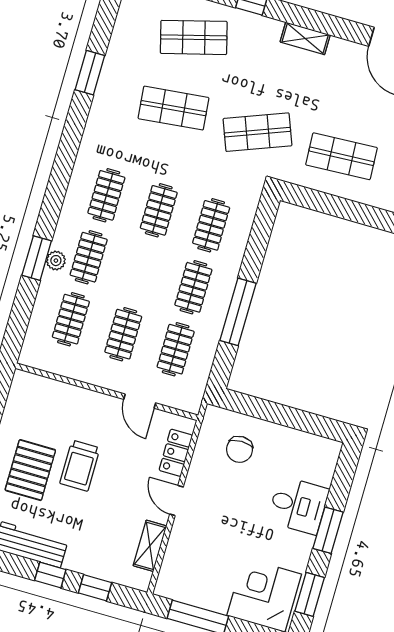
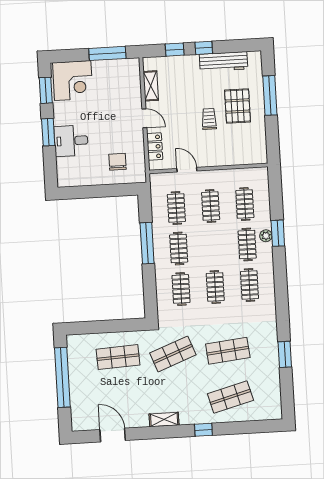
trolley: (80, 466) -> (209, 119), width x0.73, depth x0.72

